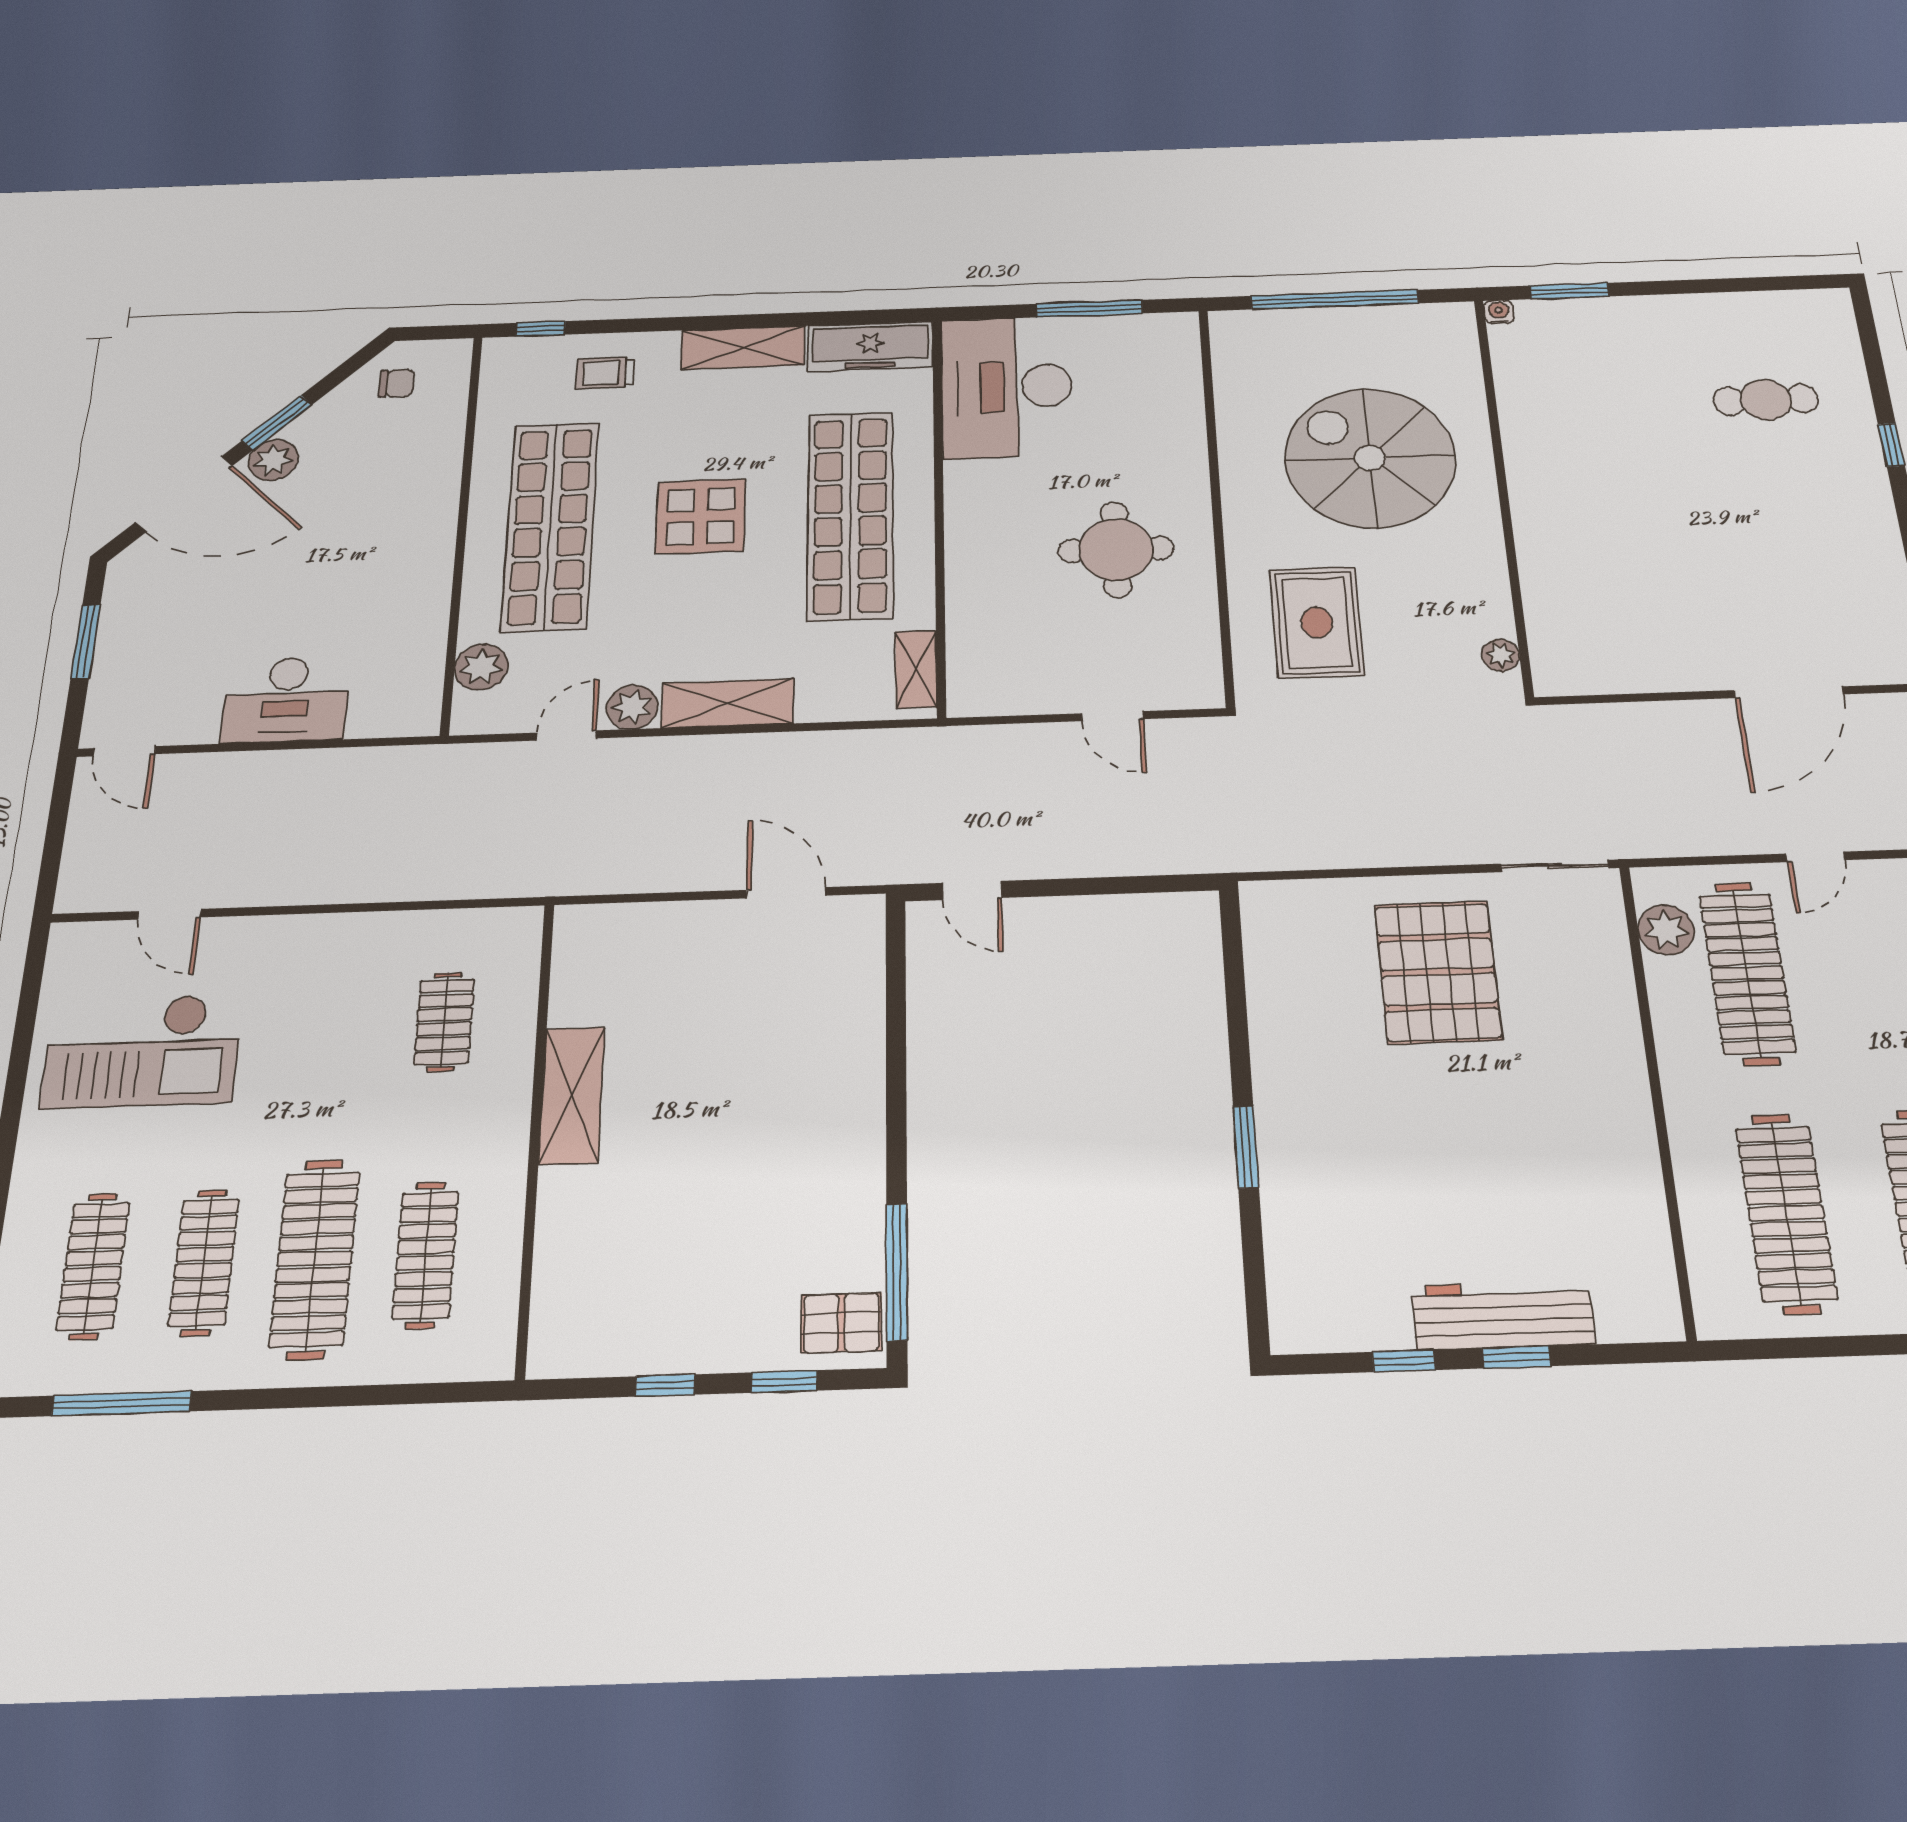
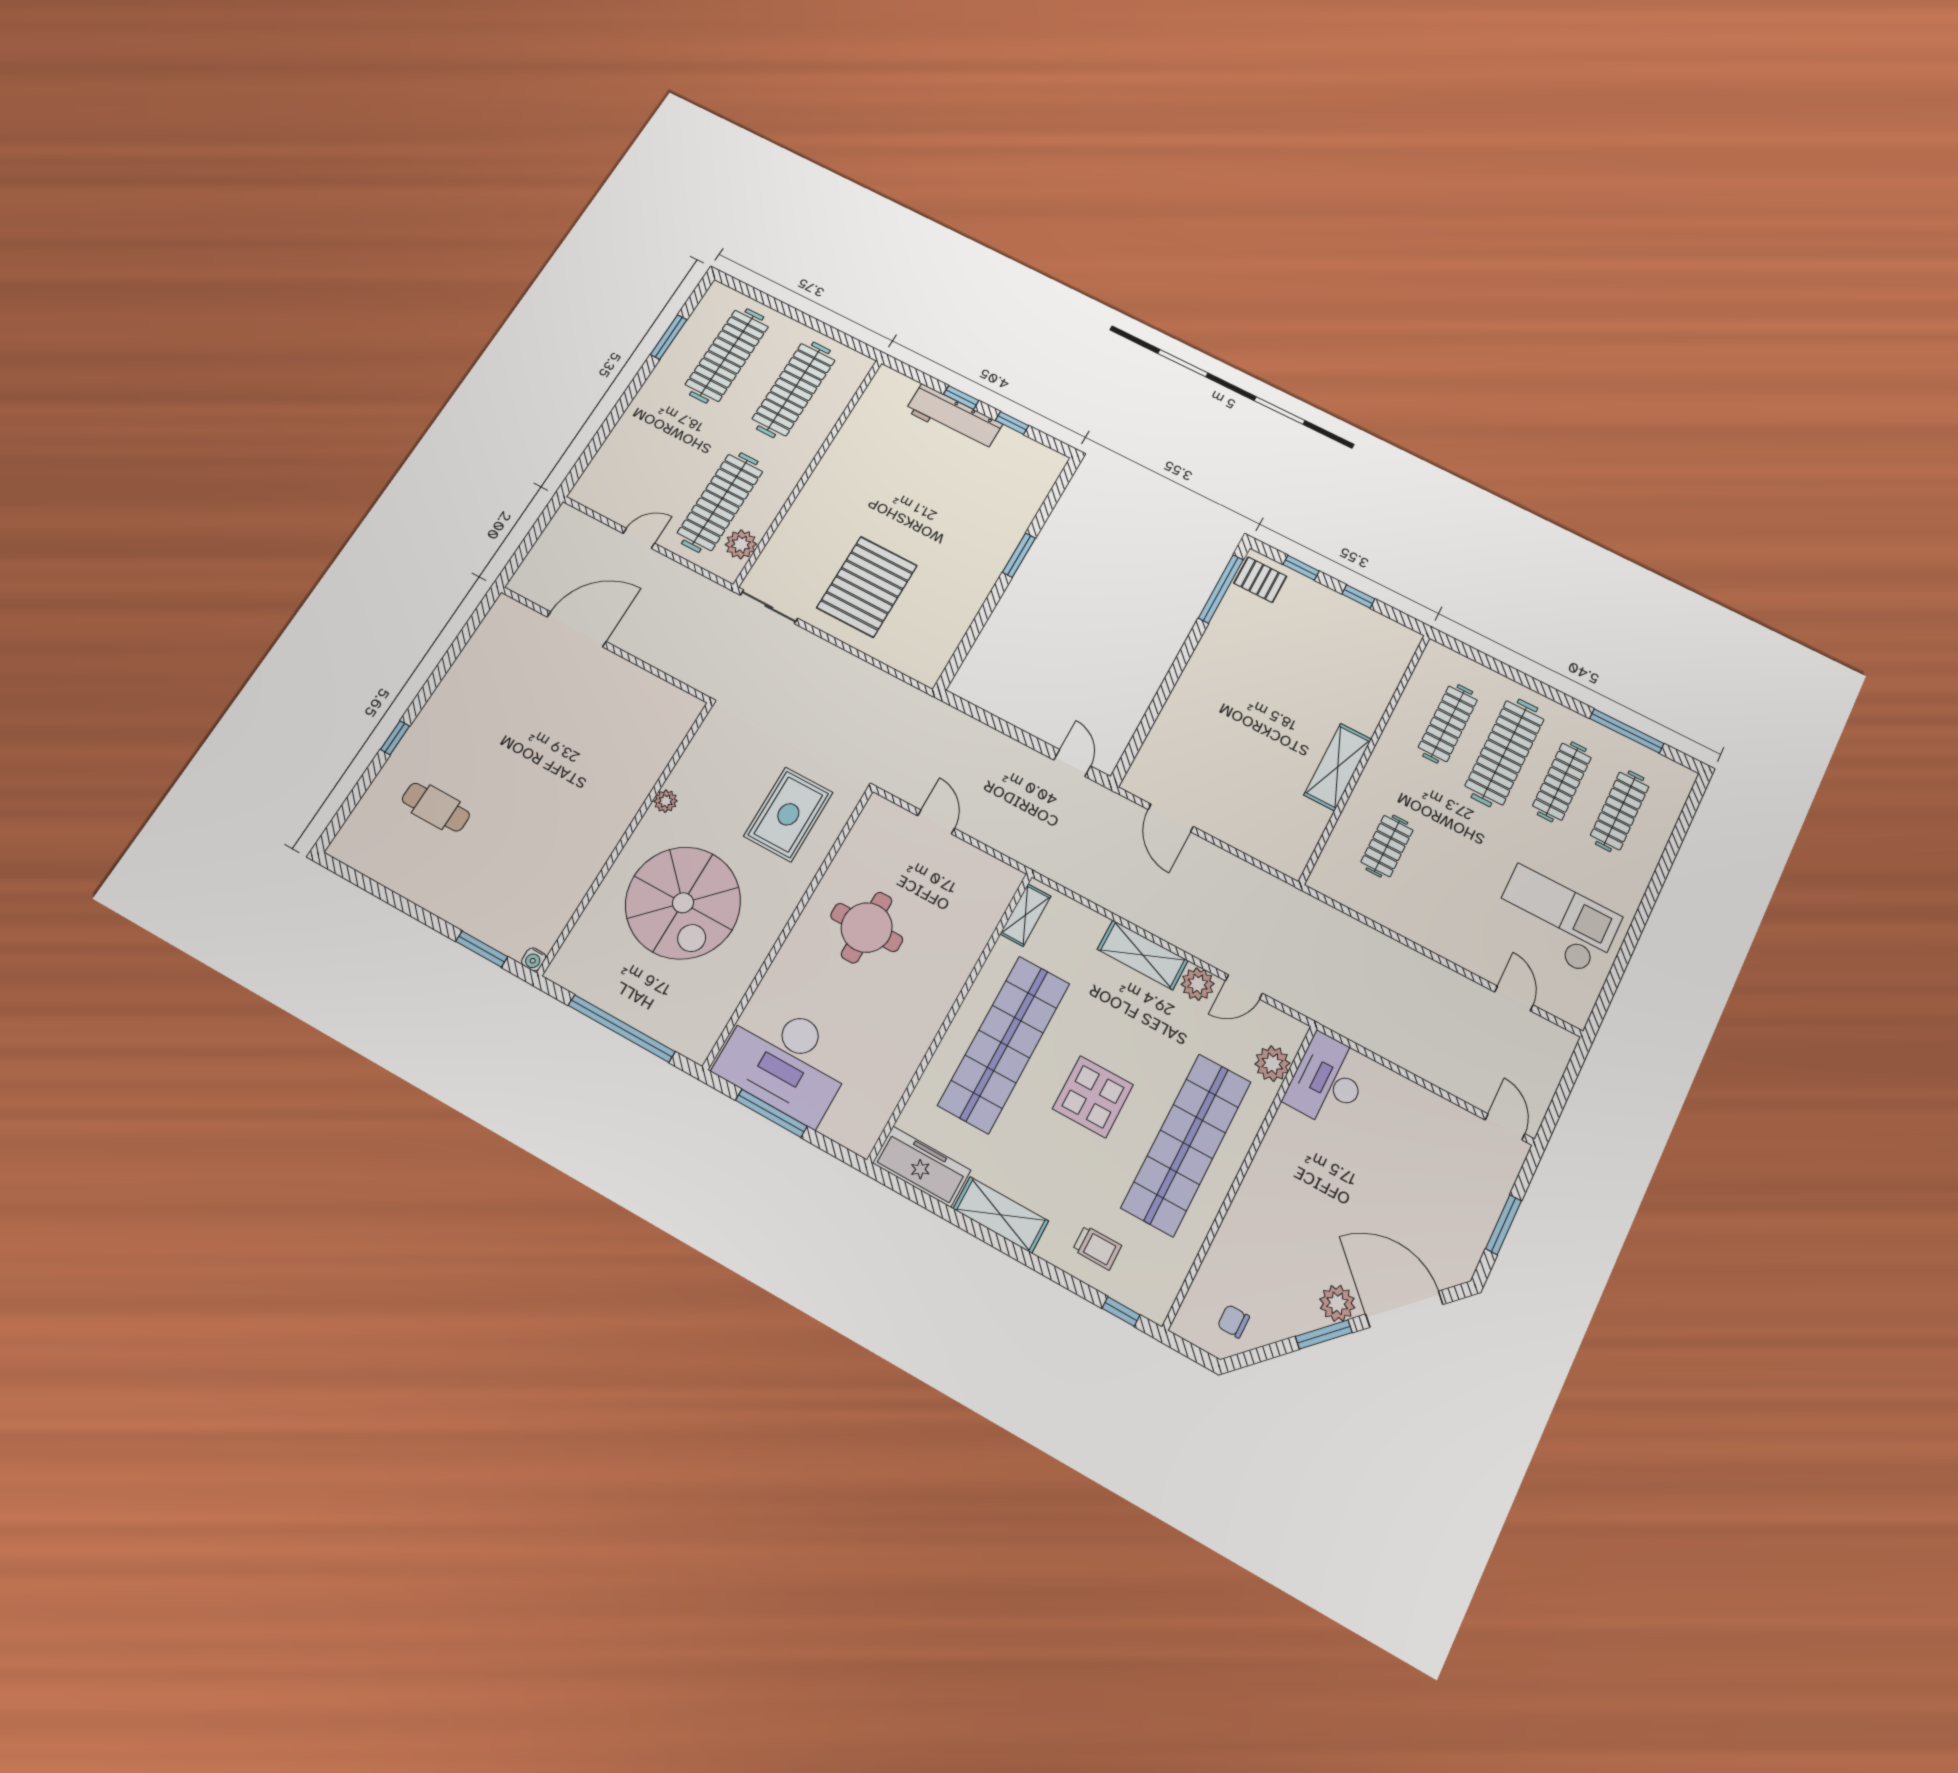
desk: (1007, 387) -> (786, 1061), moved, turned 90
plant: (1501, 655) -> (666, 801), moved
desk: (286, 700) -> (1328, 1081), moved, turned -90

